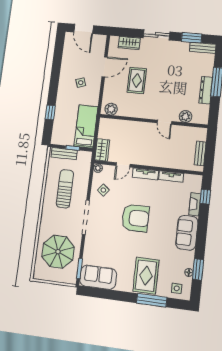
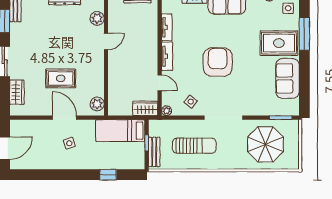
door: (105, 67) -> (64, 118), moved
sun lounger: (65, 189) -> (194, 146), turned 180
sofa: (98, 277) -> (288, 78), moved

